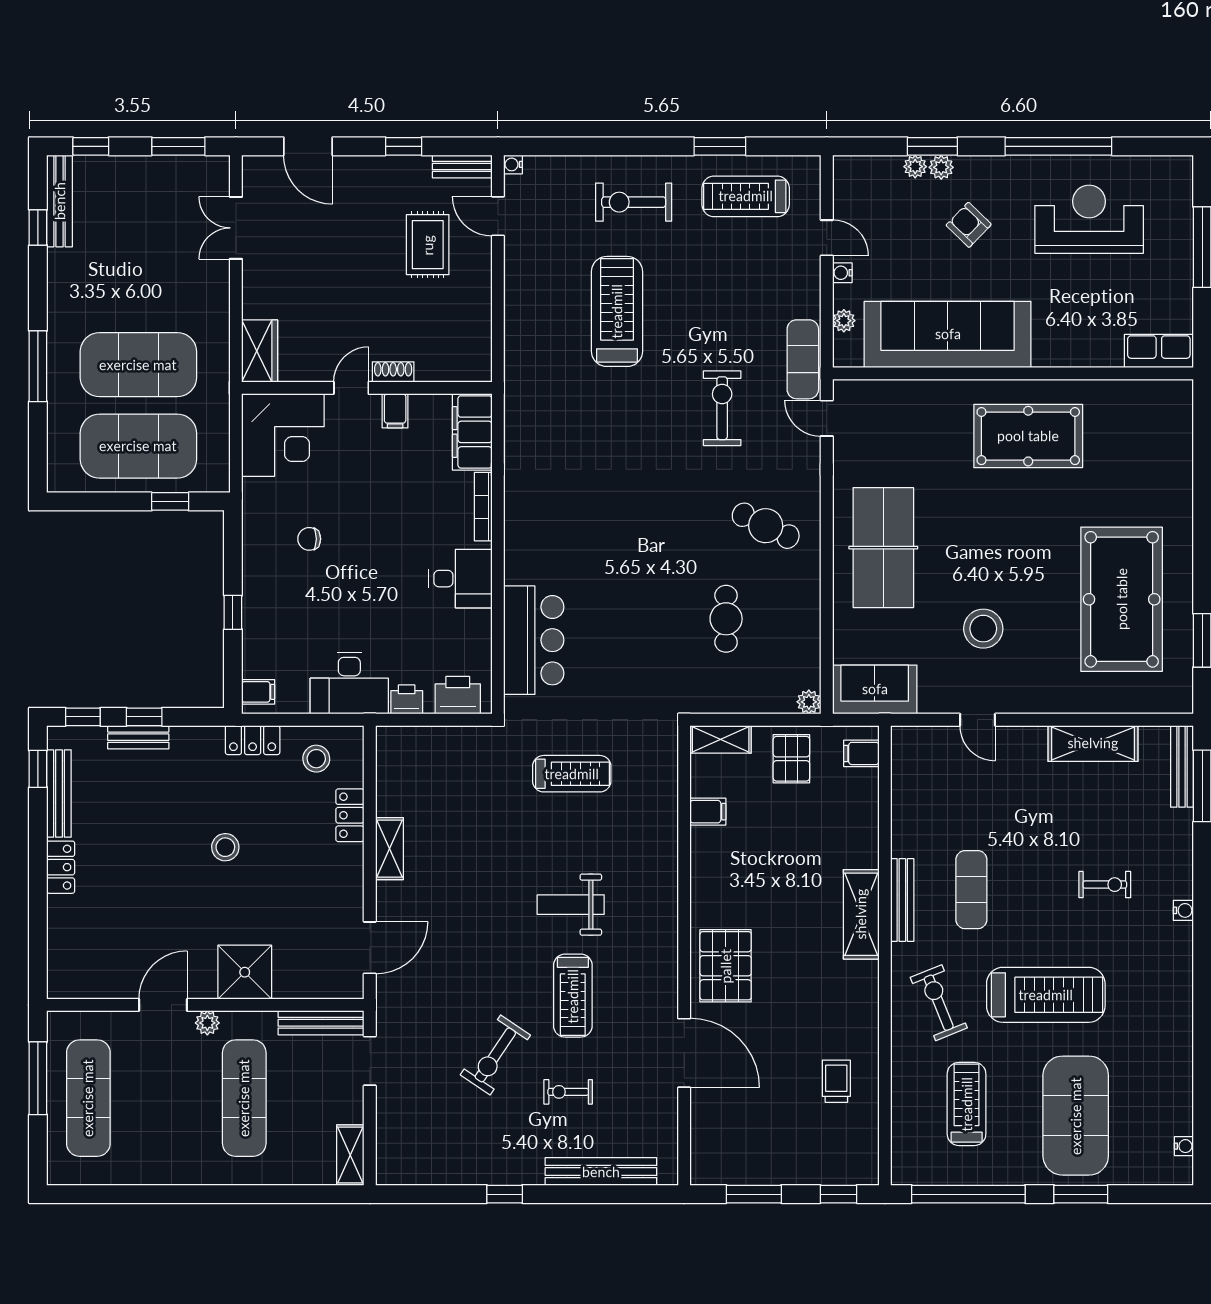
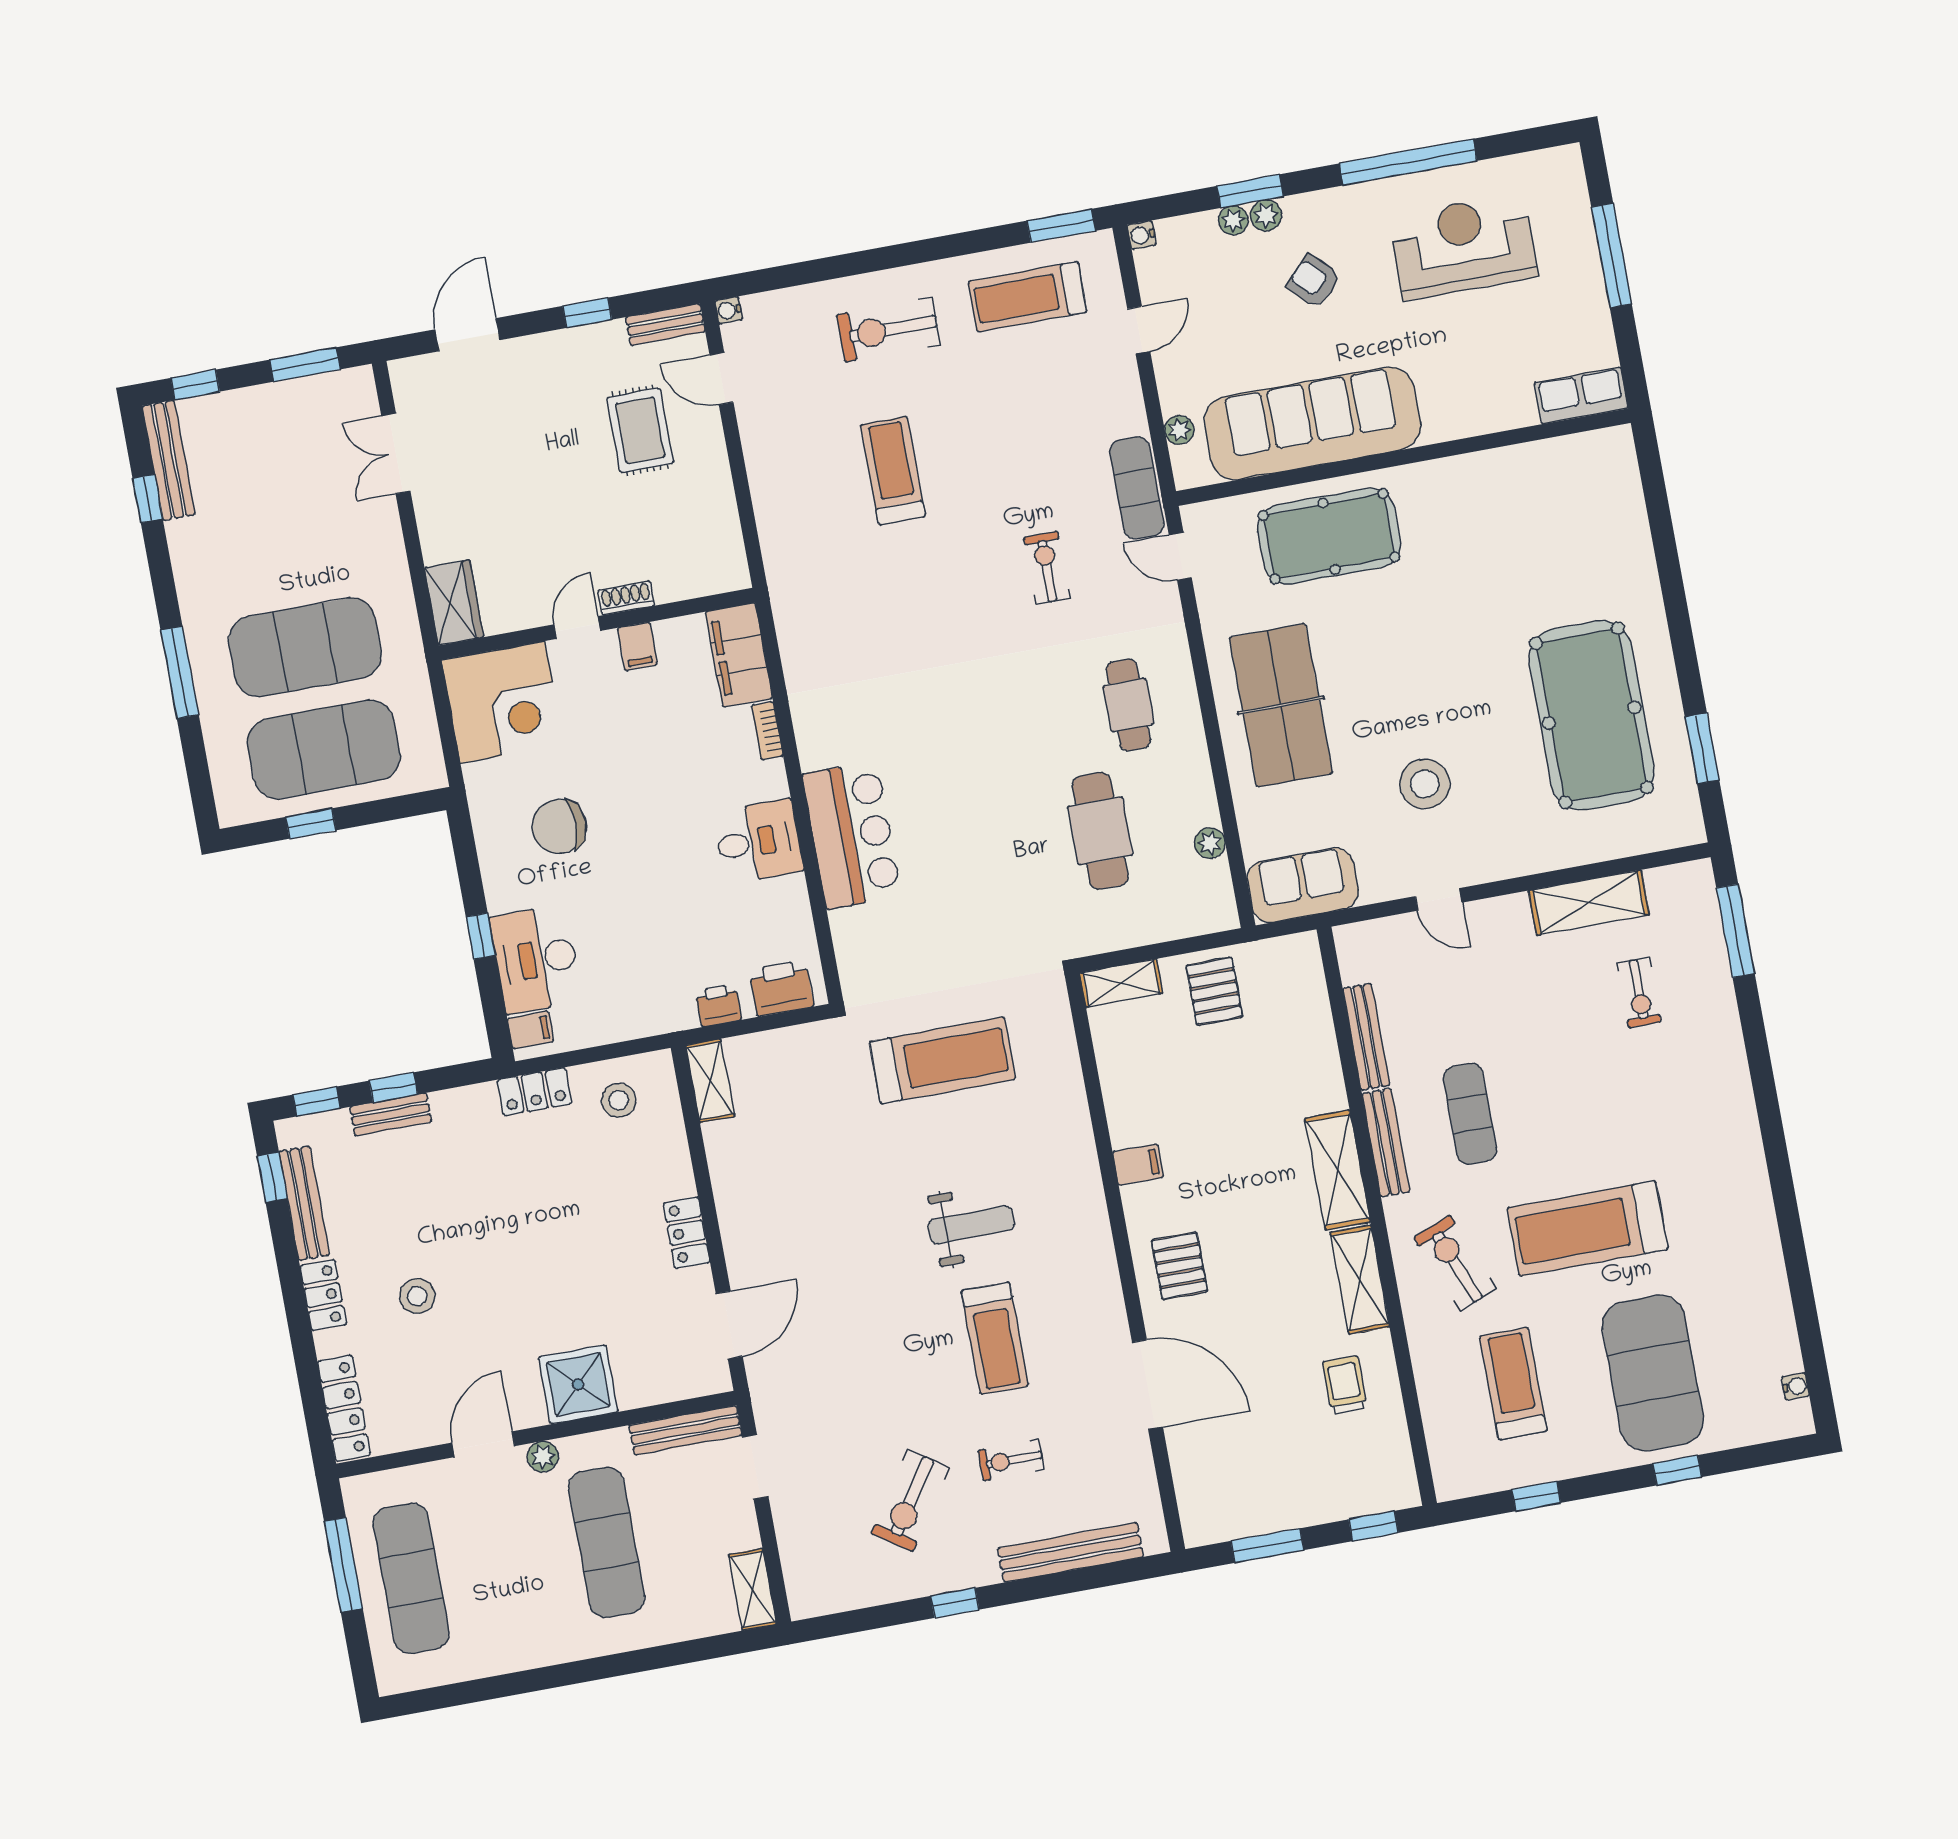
door: (308, 146) -> (467, 335), swing flipped
window: (720, 146) -> (1061, 226), moved
door: (827, 238) -> (1139, 330), hinge flipped
water cooler: (842, 273) -> (1142, 235), moved
treadmill: (617, 311) -> (893, 471), width x0.73, depth x0.73
exercise bike: (722, 408) -> (1047, 568), width x0.73, depth x0.72
pool table: (1028, 436) -> (1329, 536), moved
window: (170, 501) -> (311, 824), moved
bookcase: (483, 507) -> (767, 731), width x0.64
cafe table: (766, 526) -> (1128, 705), turned 64
chair: (309, 539) -> (559, 826), width x1.87, depth x1.87
cafe table: (726, 619) -> (1100, 831), width x1.37, depth x1.35
bar counter: (534, 640) -> (852, 835), moved
desk: (349, 683) -> (536, 959), moved, turned 90
plant: (809, 702) -> (1210, 843), moved
filing cabinet: (861, 753) -> (1301, 968), removed
bench: (1182, 766) -> (1366, 1037), moved
treadmill: (572, 774) -> (942, 1060), width x1.37, depth x1.38
filing cabinet: (708, 812) -> (1138, 1165), moved
locker: (350, 815) -> (687, 1233), moved
stool: (225, 847) -> (417, 1296), moved
shelving: (390, 849) -> (710, 1081), moved
exercise bike: (1105, 885) -> (1639, 992), moved, turned 90
weight bench: (571, 905) -> (971, 1225), turned 180
water cooler: (1183, 910) -> (1741, 1091), removed
locker: (61, 957) -> (344, 1408), added
pallet: (726, 966) -> (1179, 1266), width x0.67, depth x0.71
treadmill: (1046, 995) -> (1587, 1229), turned 180
shelving: (863, 1002) -> (1360, 1280), added
exercise bike: (495, 1055) -> (910, 1501), moved
window: (968, 1194) -> (1536, 1496), width x0.32
window: (1081, 1194) -> (1677, 1470), width x0.67

